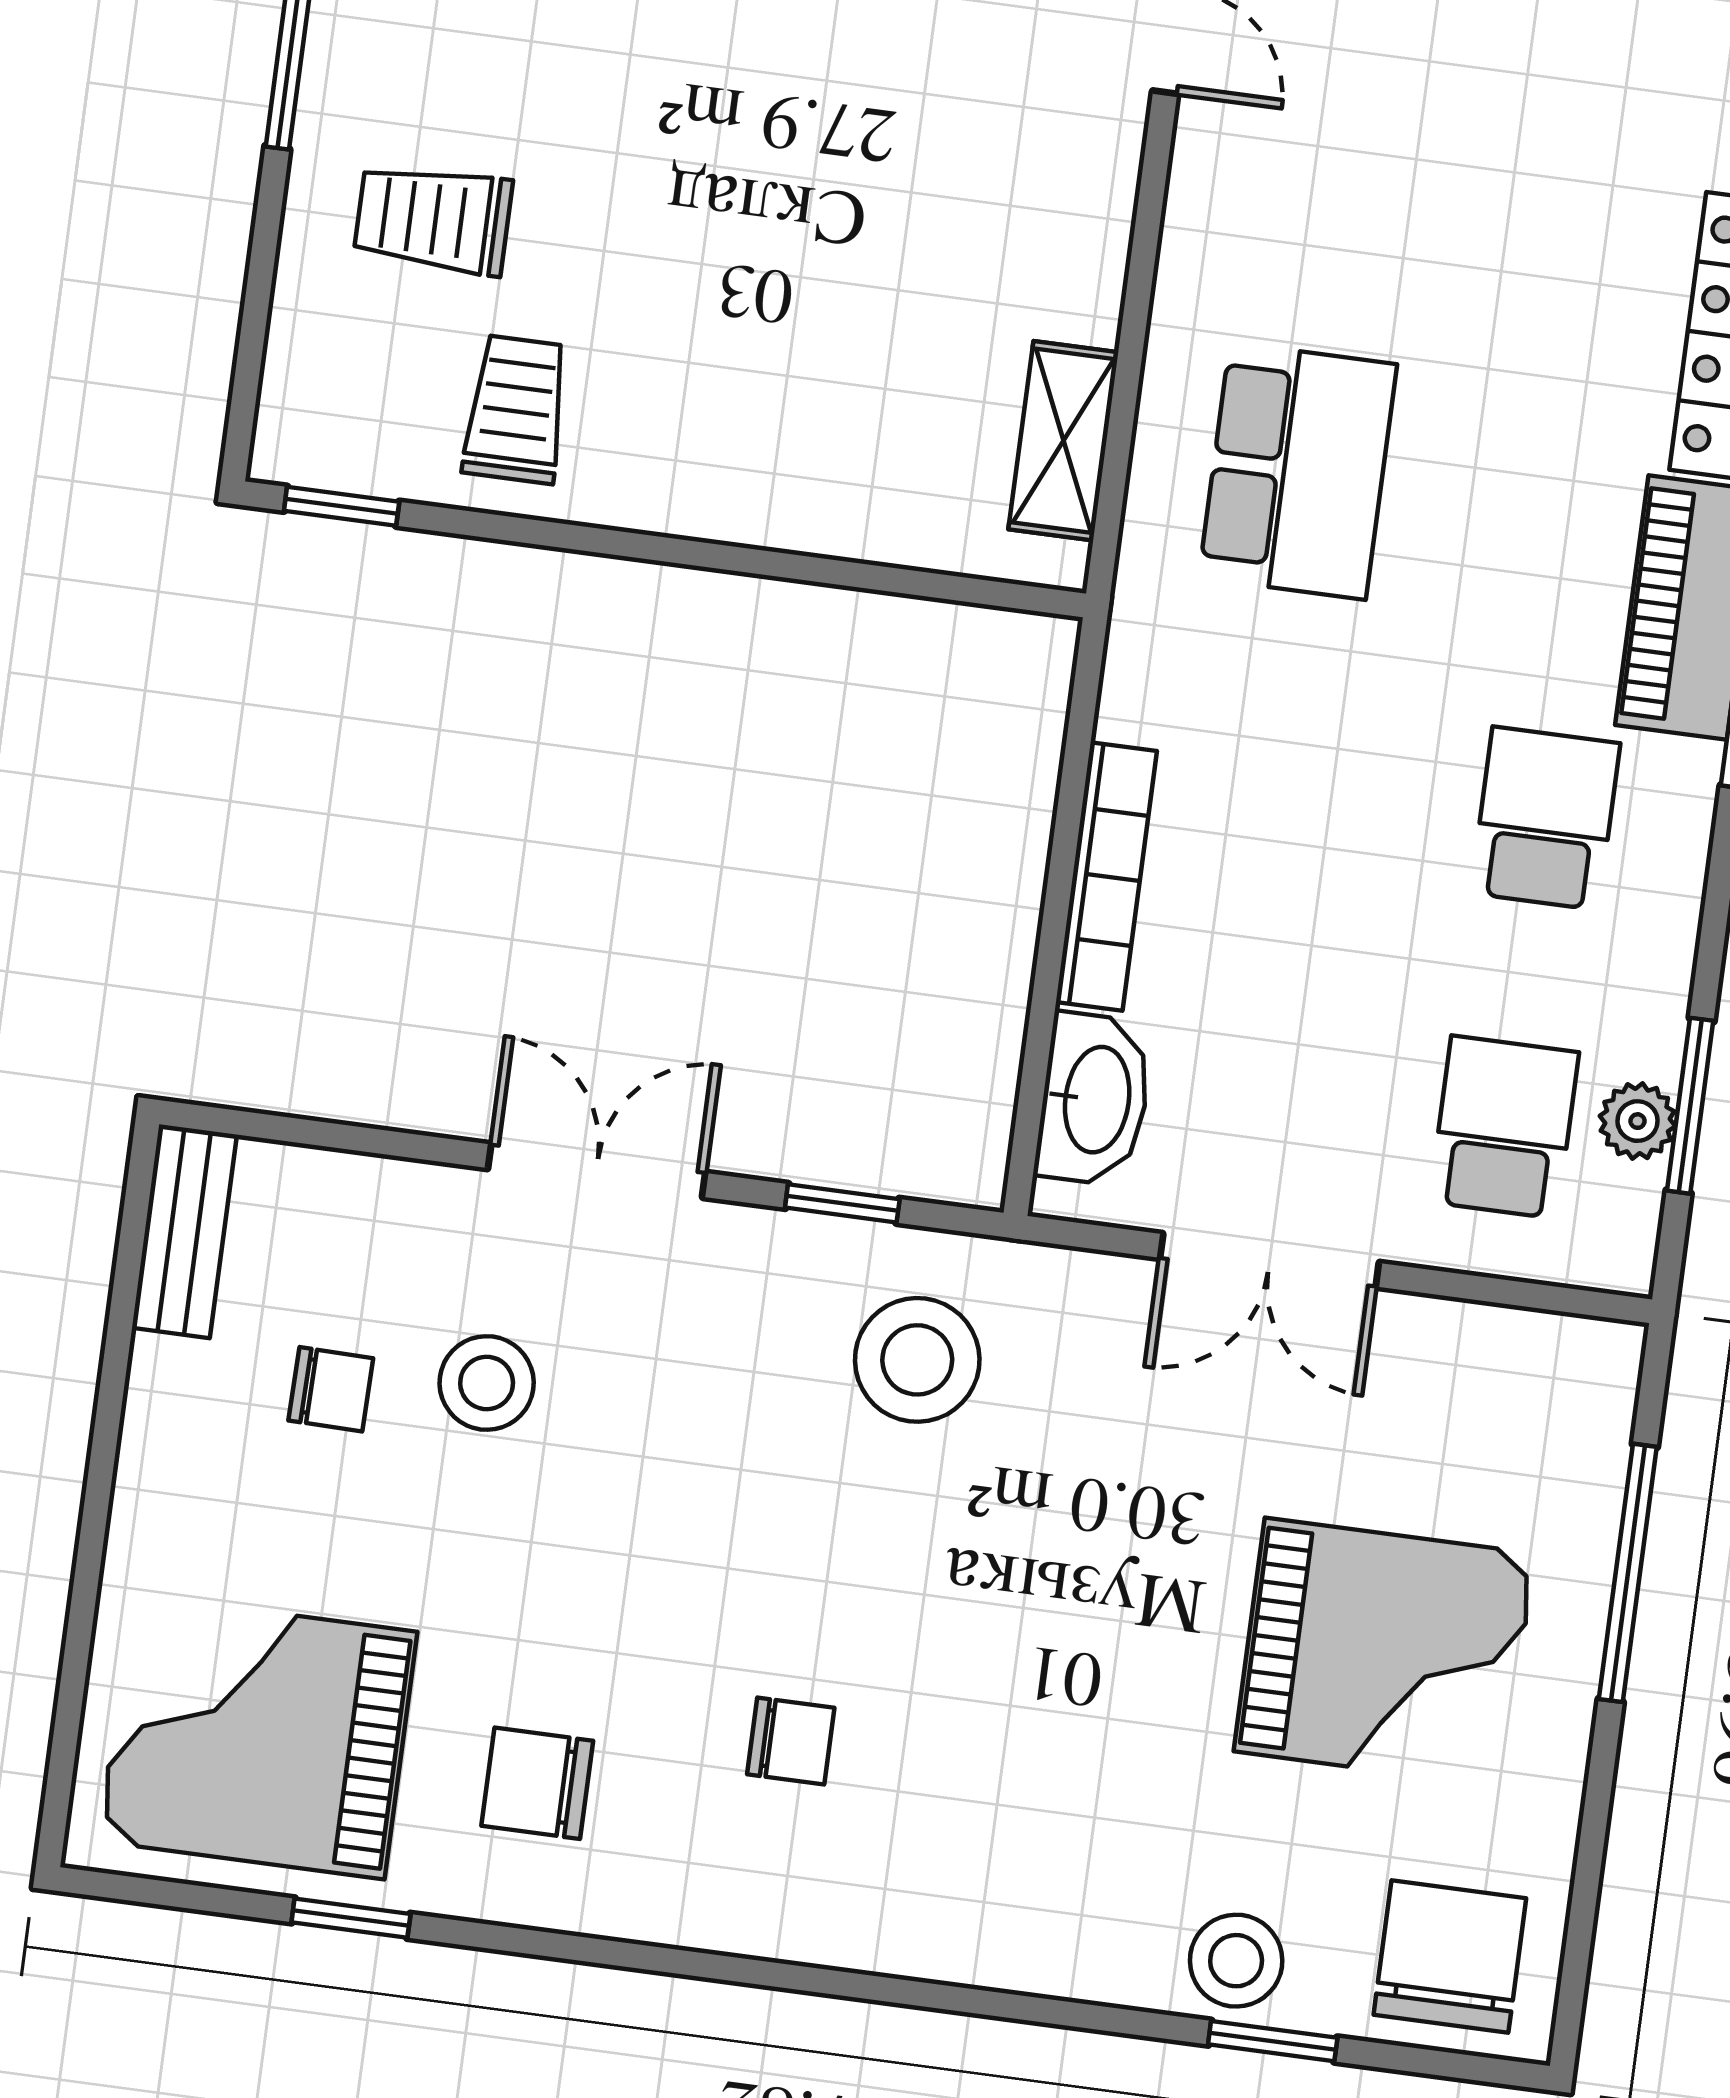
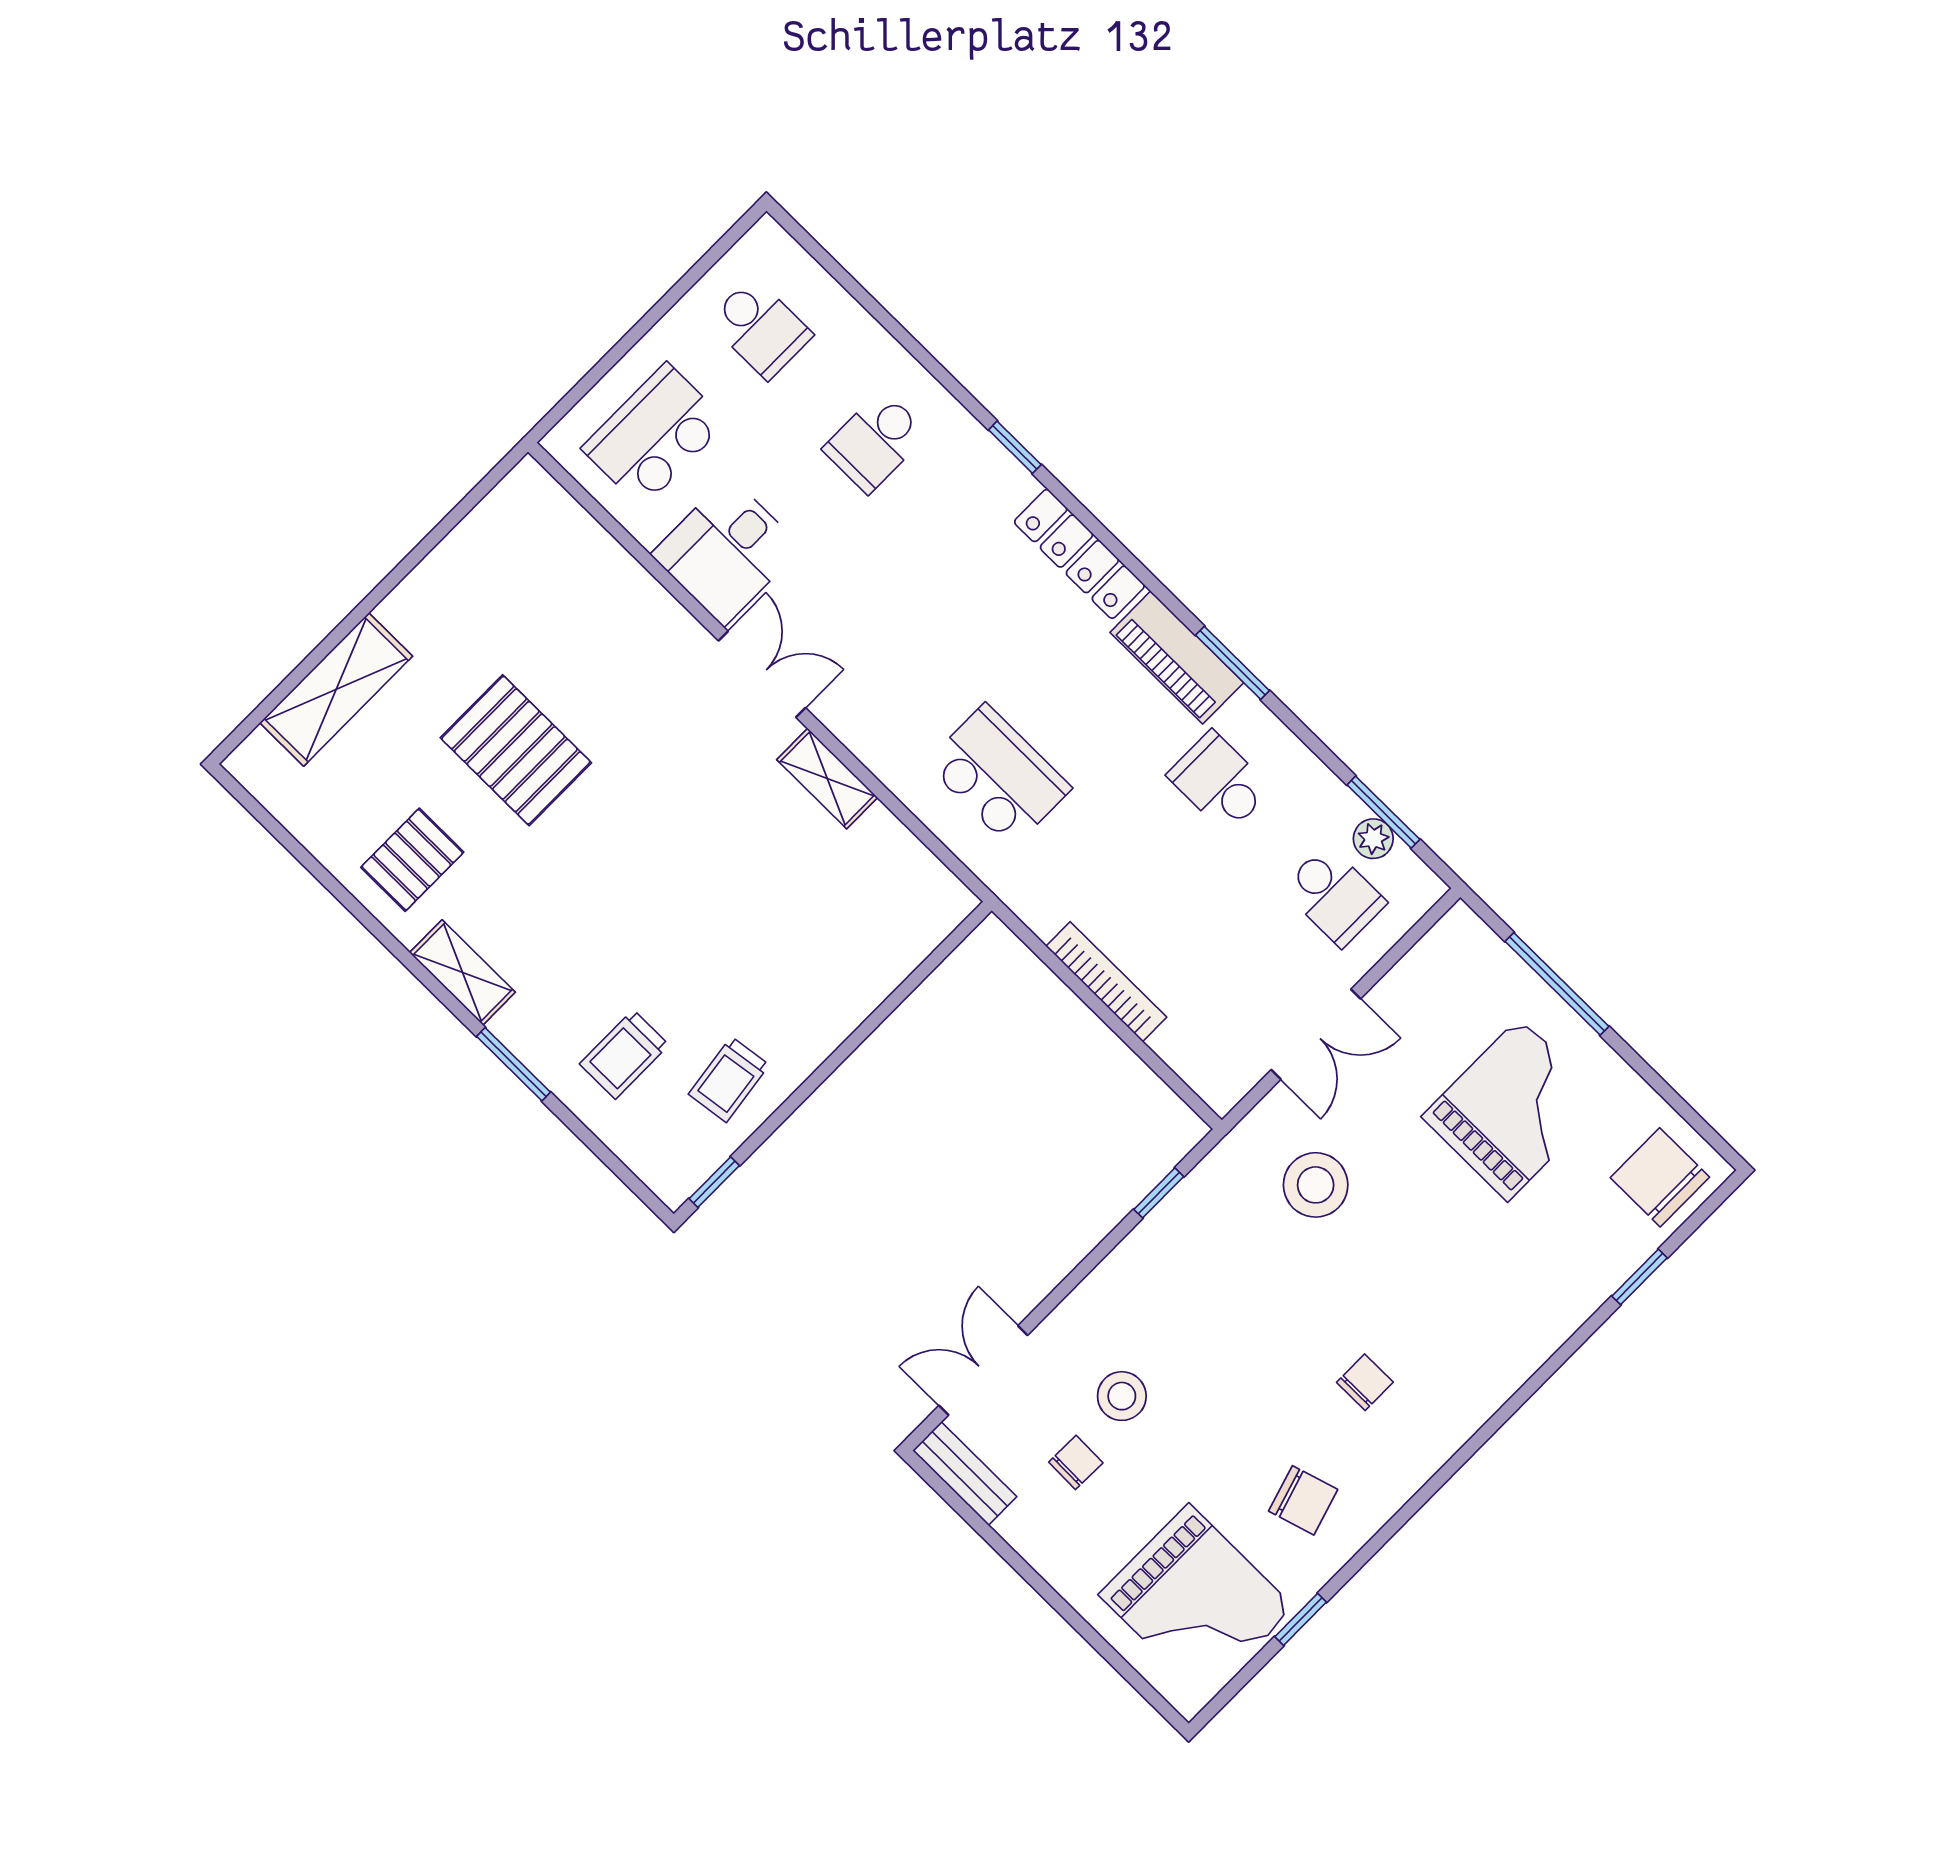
trolley: (516, 409) -> (729, 1080), turned -98
shelving: (1063, 441) -> (827, 779), moved
washbasin: (1094, 1099) -> (1194, 1056), removed
school desk: (1504, 1127) -> (1334, 896), turned 180
double door: (597, 1171) -> (983, 1370), moved
stool: (917, 1360) -> (1316, 1185), moved
grand piano: (258, 1737) -> (1196, 1601), turned -90
chair: (537, 1783) -> (1303, 1500), turned -107
stool: (1236, 1961) -> (1595, 1267), removed

